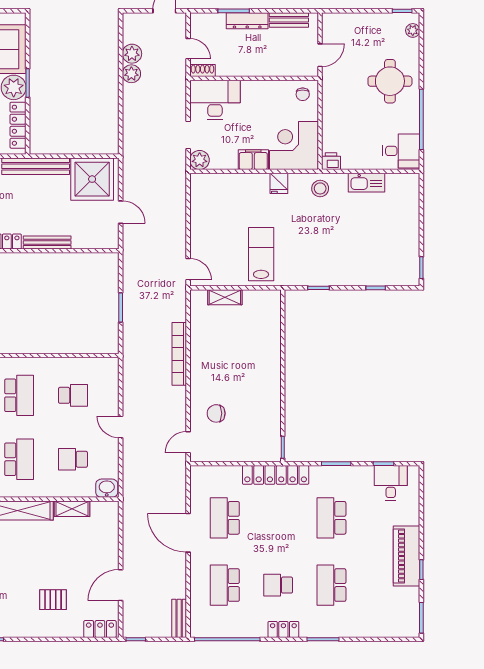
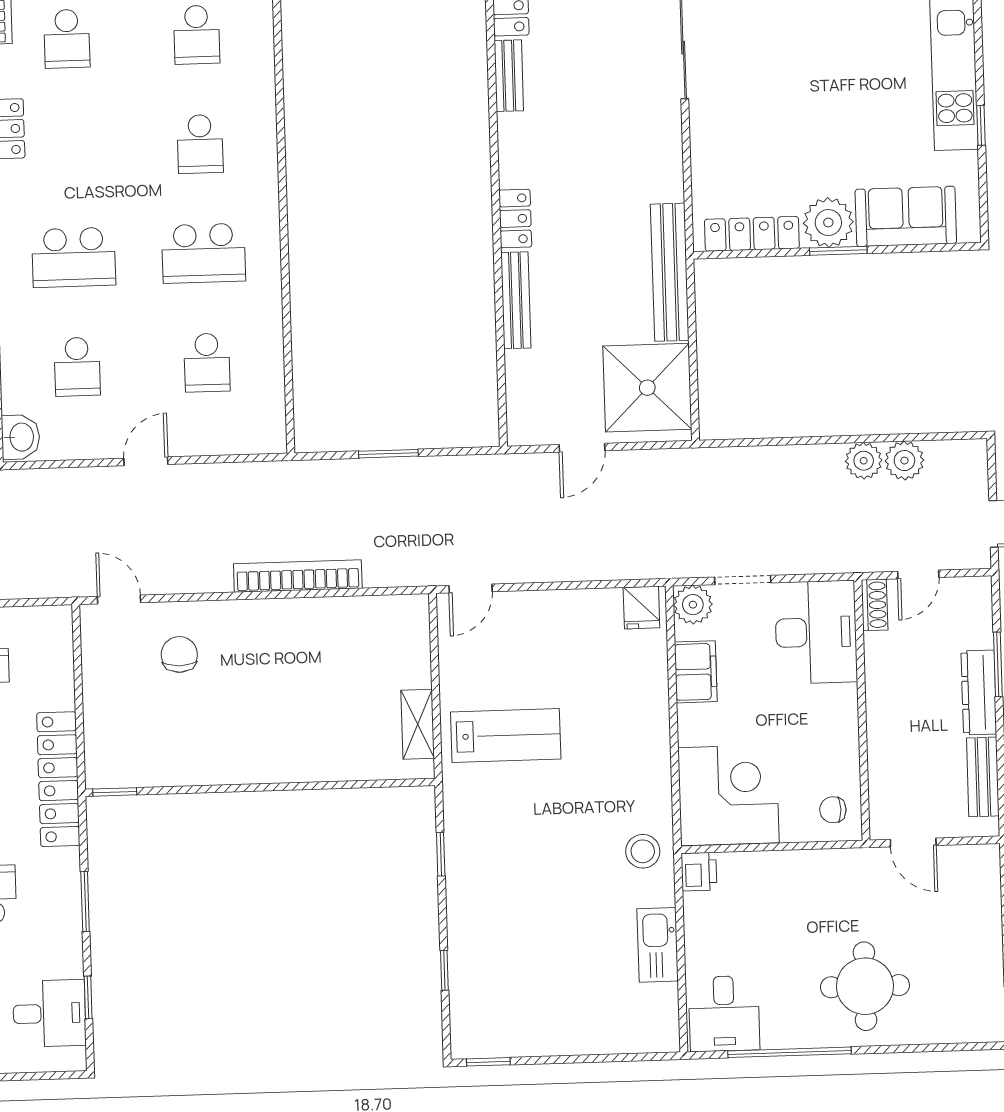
plant: (413, 30) -> (970, 1029), removed
filing cabinet: (253, 160) -> (696, 672), moved
fridge: (279, 183) -> (641, 608), moved, turned -90
shelving: (225, 297) -> (418, 724), moved
school desk: (73, 459) -> (77, 367), turned 180

